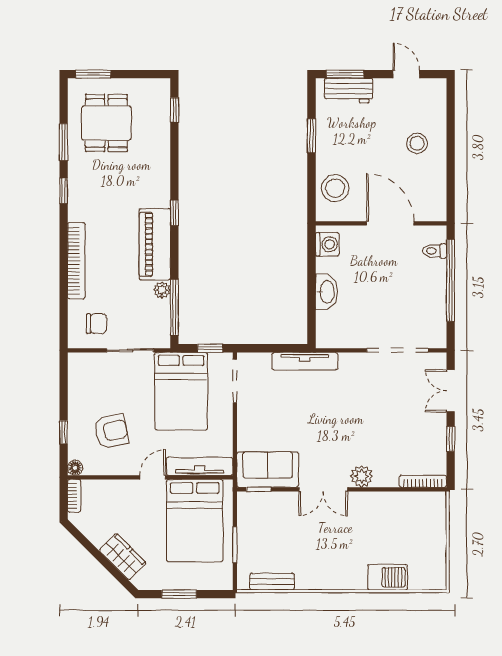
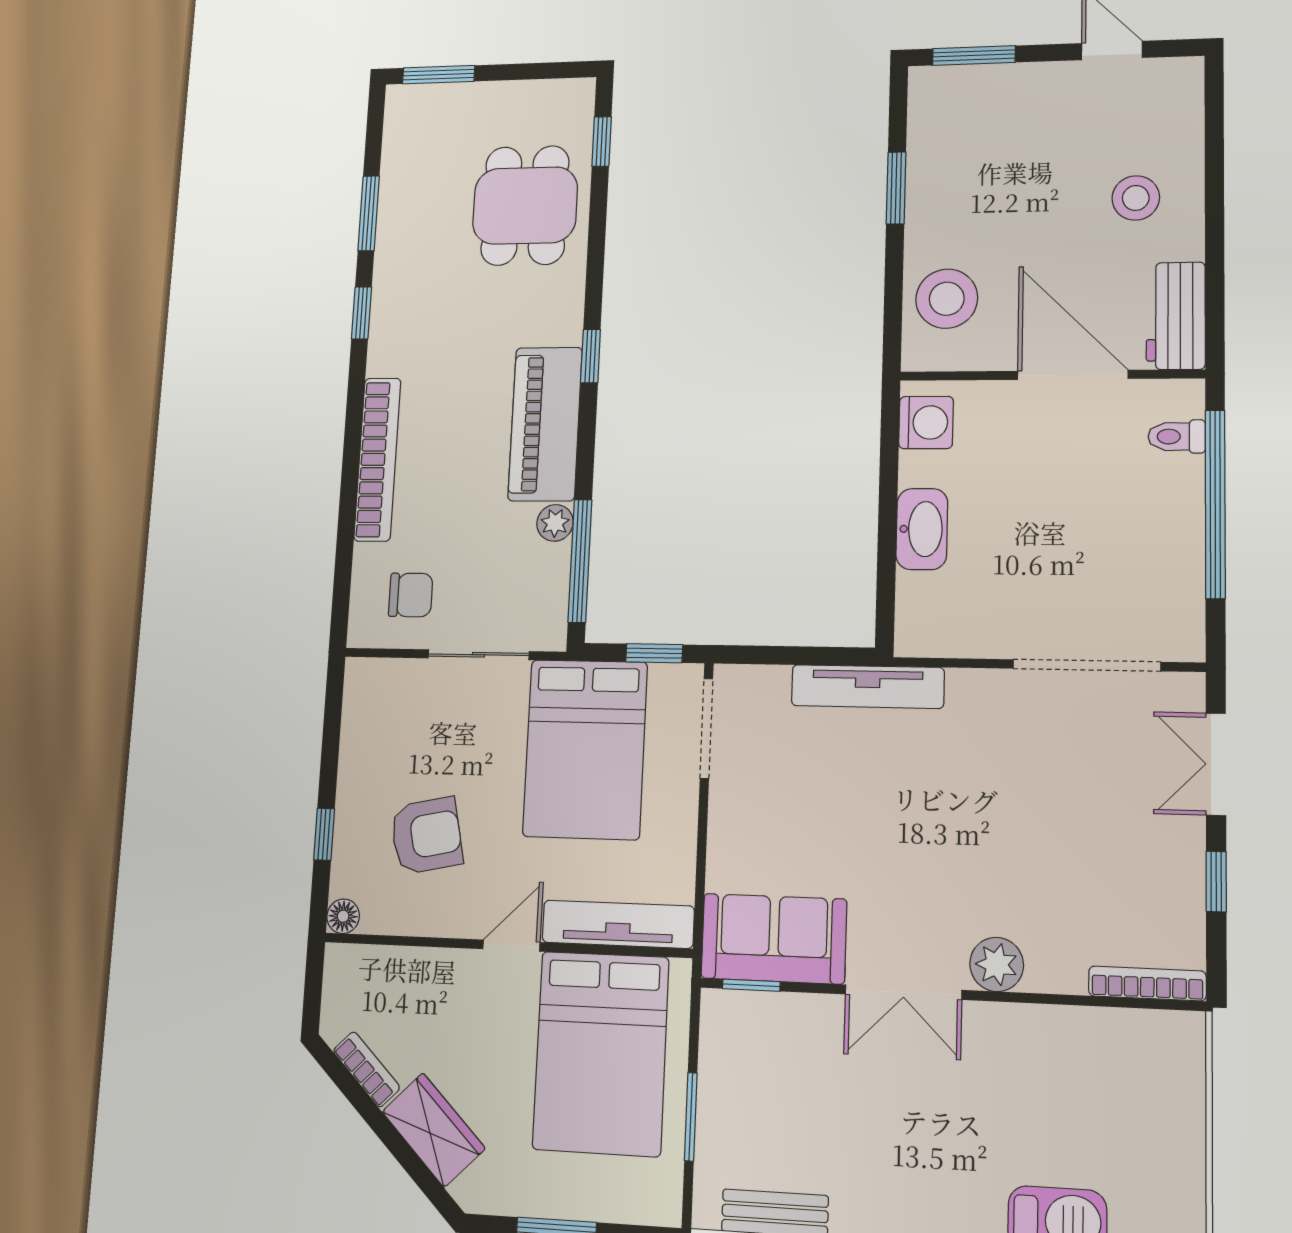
workbench: (349, 91) -> (1176, 316), moved, turned 90
dining table: (106, 123) -> (525, 206), moved
bookcase: (74, 496) -> (366, 1069), moved, turned -45

